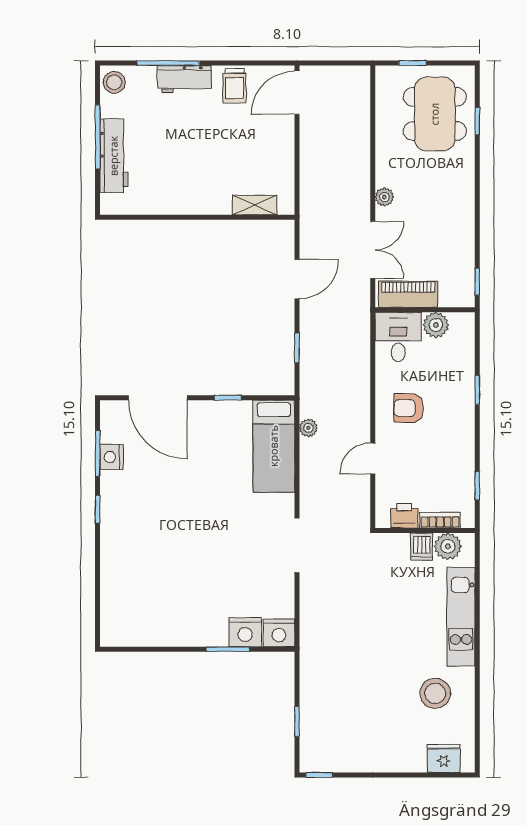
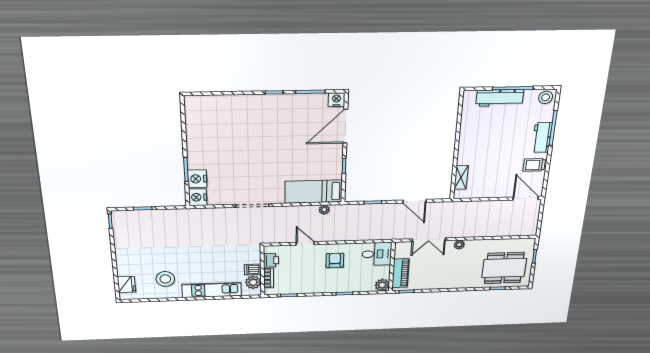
piano: (408, 294) -> (401, 273), moved
plant: (436, 325) -> (382, 285), moved
nightstand: (112, 457) -> (337, 100), moved

